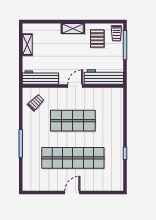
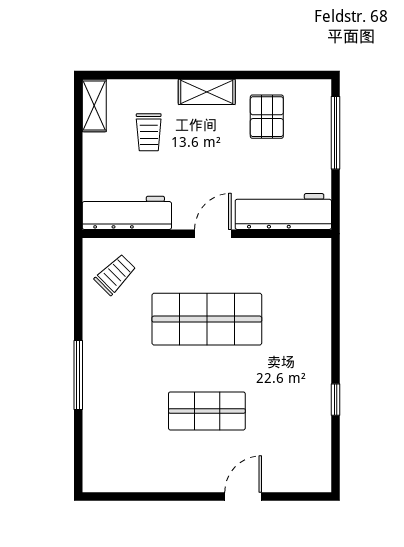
trolley: (116, 33) -> (149, 132), moved
shelving: (27, 45) -> (94, 106), moved
shop shelf: (73, 158) -> (207, 411), width x0.50, depth x0.74
door: (72, 193) -> (243, 496), moved

